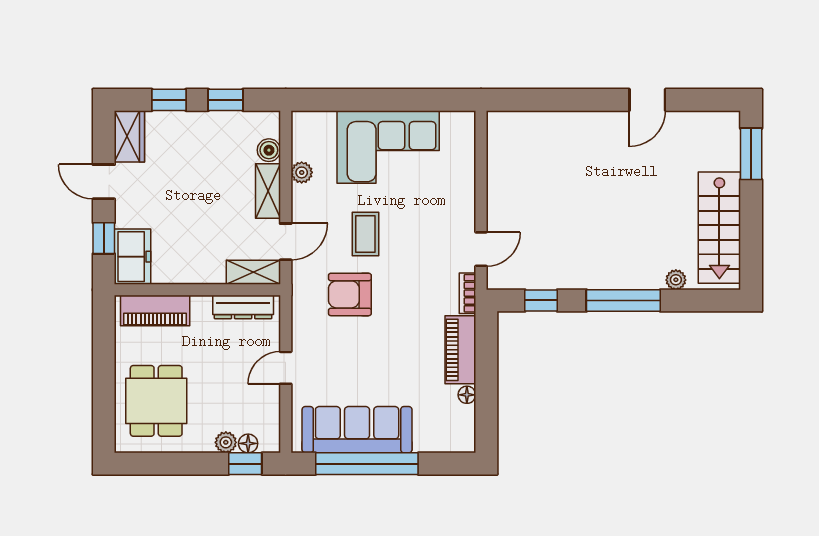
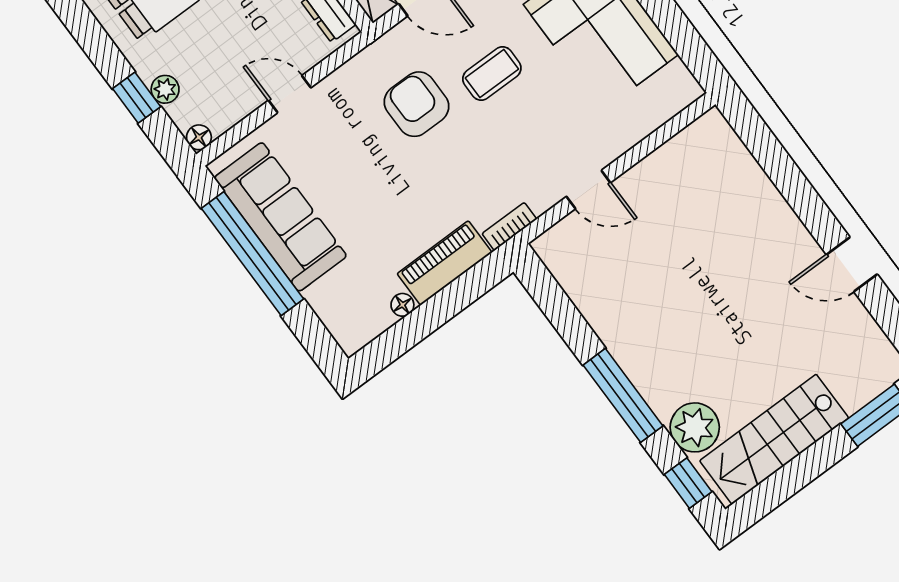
door: (481, 249) -> (588, 190), moved
plant: (676, 280) -> (695, 427), width x1.88, depth x1.88
window: (541, 300) -> (688, 483), moved
floor lamp: (248, 443) -> (199, 137), moved
window: (245, 464) -> (137, 98), moved

